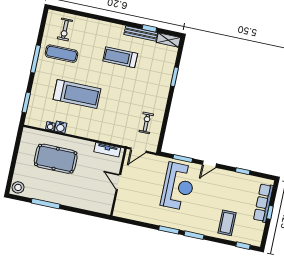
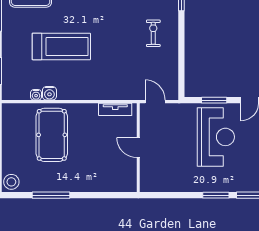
exercise bike: (146, 123) -> (153, 33), moved
door: (138, 150) -> (155, 102), swing flipped
pool table: (56, 159) -> (52, 135), turned 90

